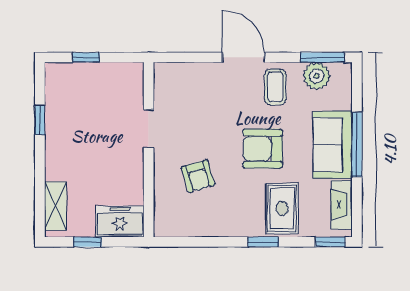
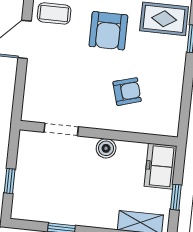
doorway: (149, 129) -> (61, 129), moved
boiler: (133, 160) -> (106, 148), added

